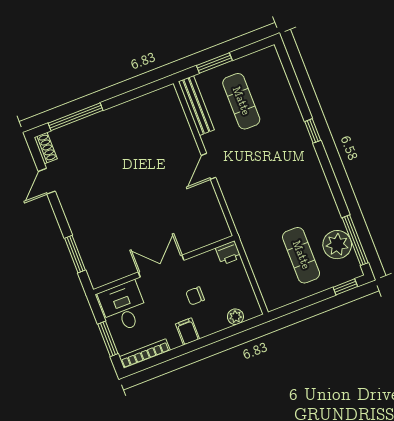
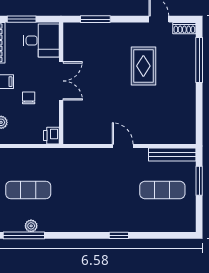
rug: (107, 178) -> (143, 66), added
plant: (337, 245) -> (31, 226), width x0.53, depth x0.53

